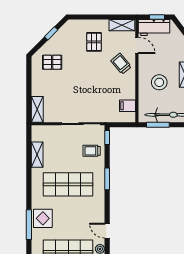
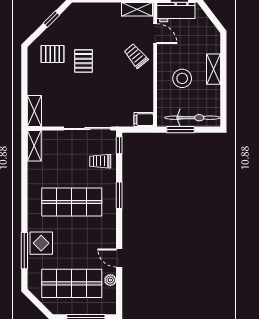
pallet: (94, 42) -> (83, 61), moved
filing cabinet: (128, 106) -> (144, 120), moved
shelving: (37, 155) -> (34, 146), moved

